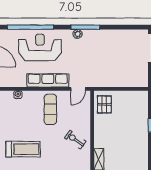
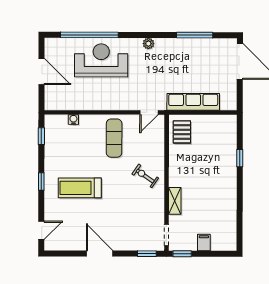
window: (85, 27) -> (195, 35), moved
row of seats: (48, 80) -> (193, 102), moved
treadmill: (23, 149) -> (80, 188), turned 180

